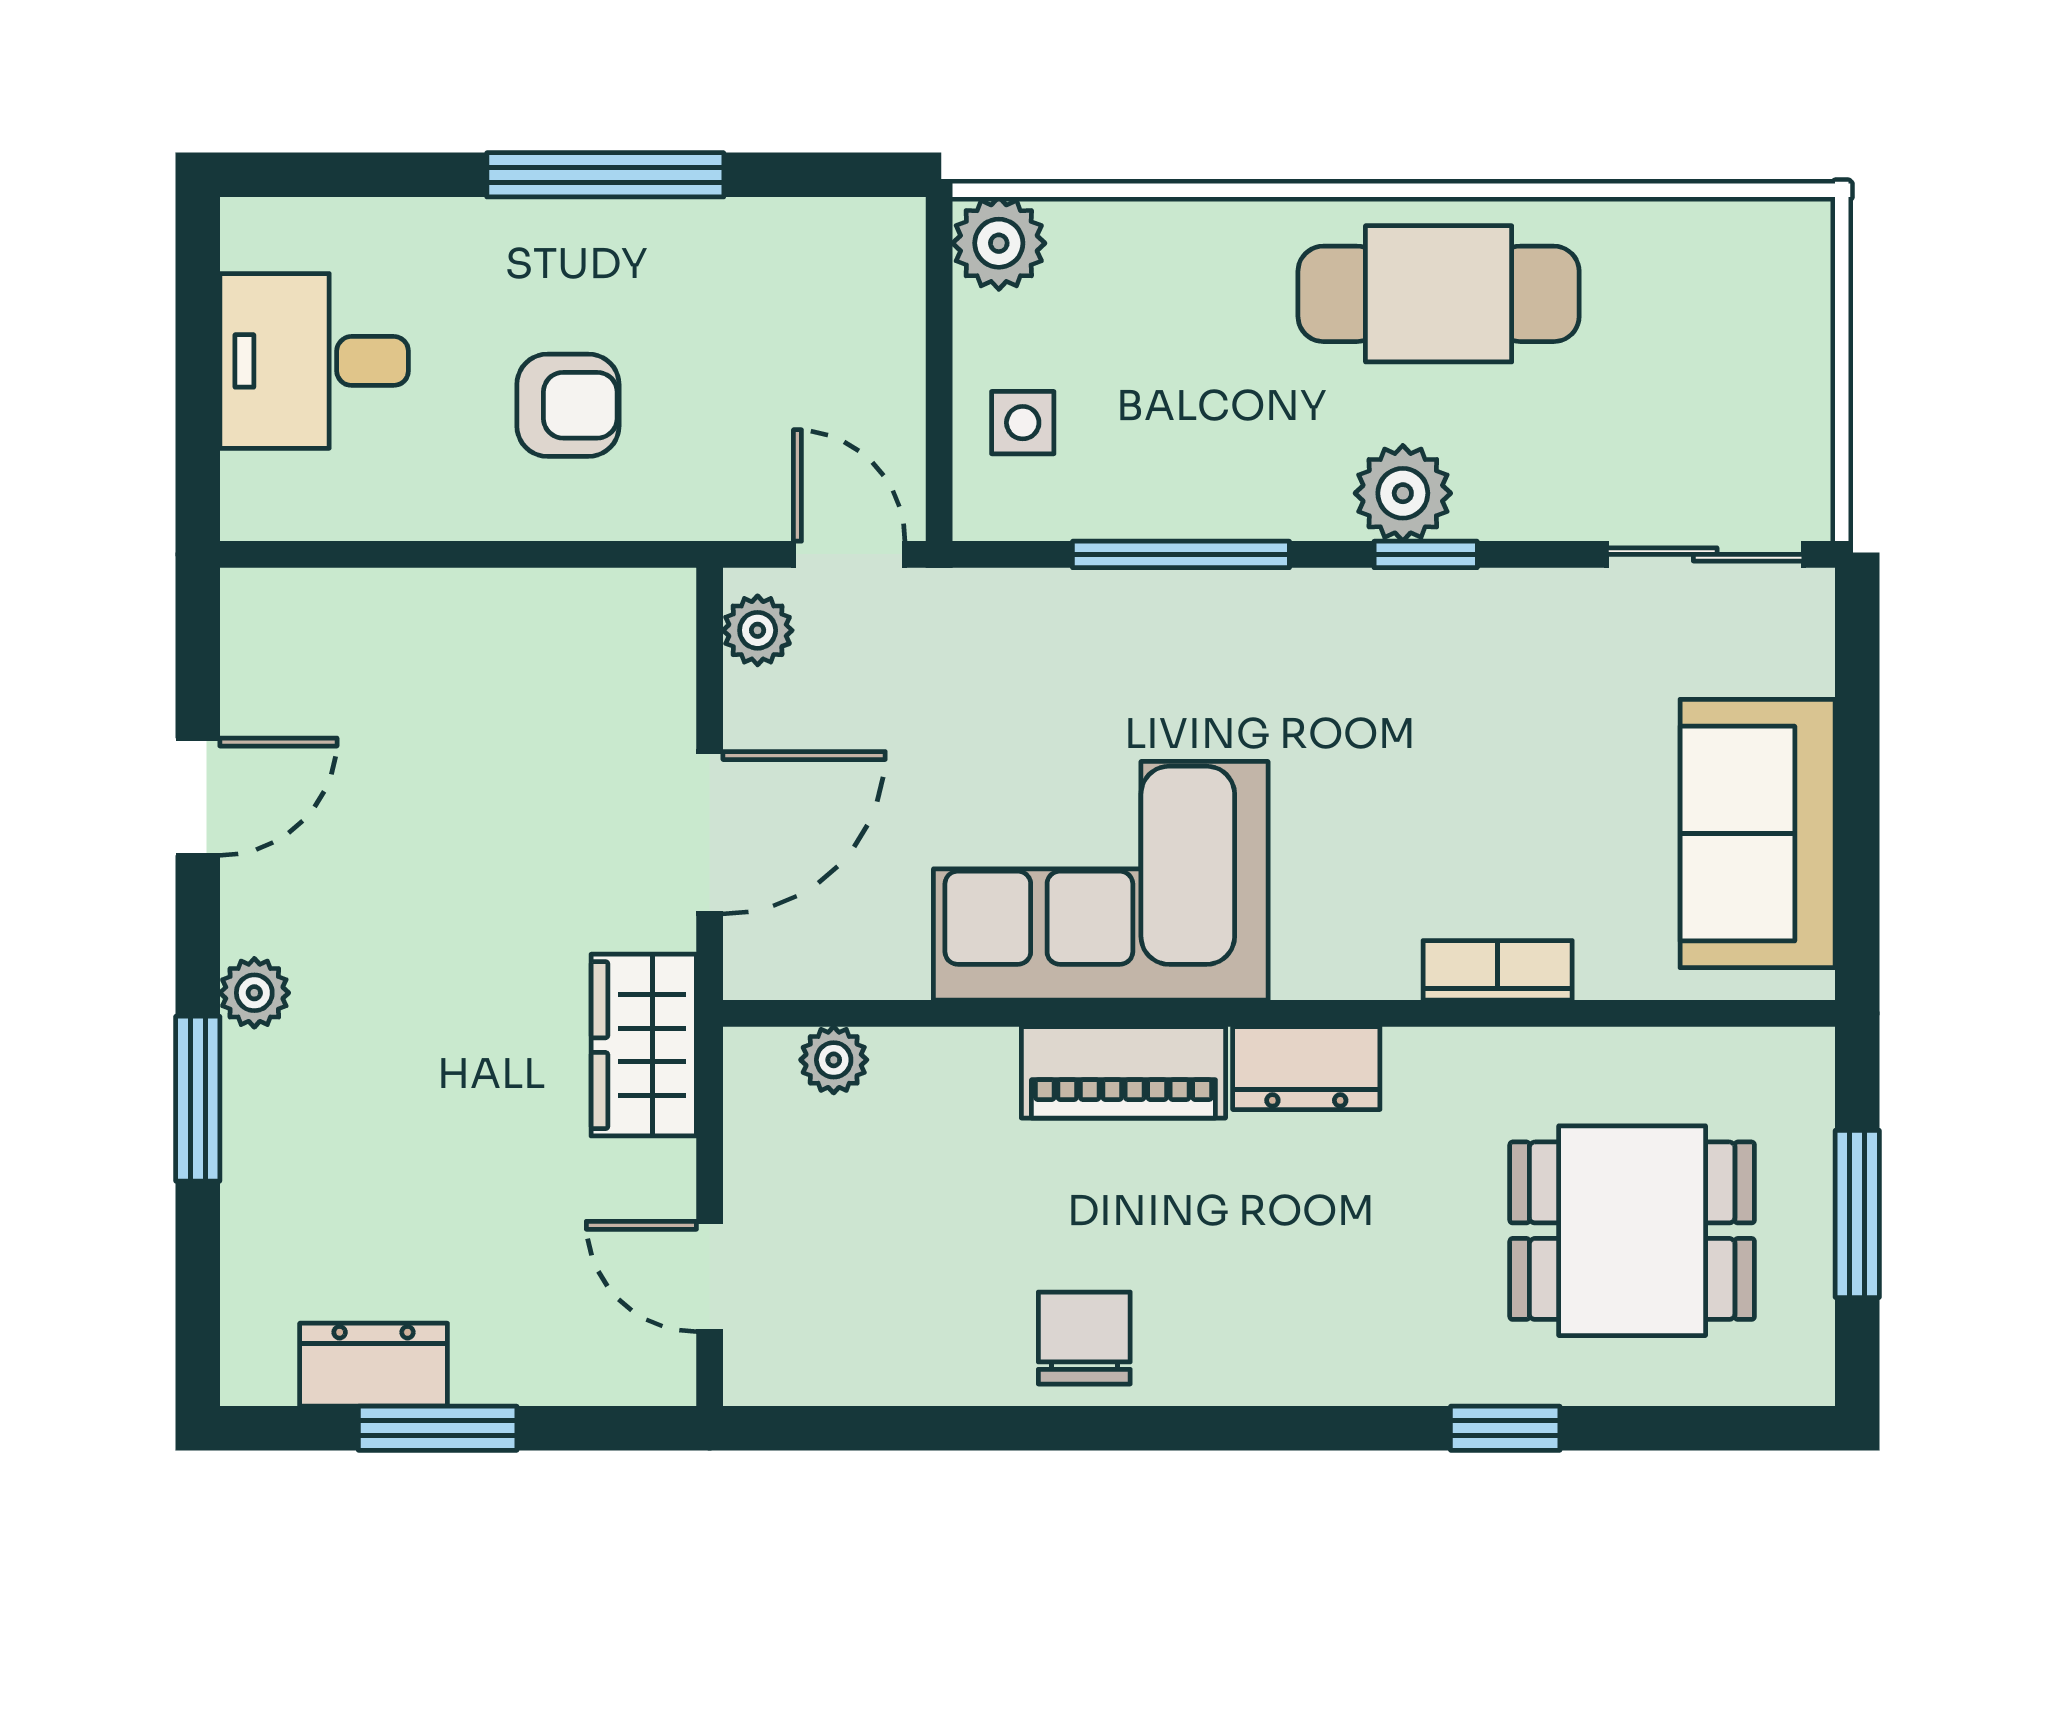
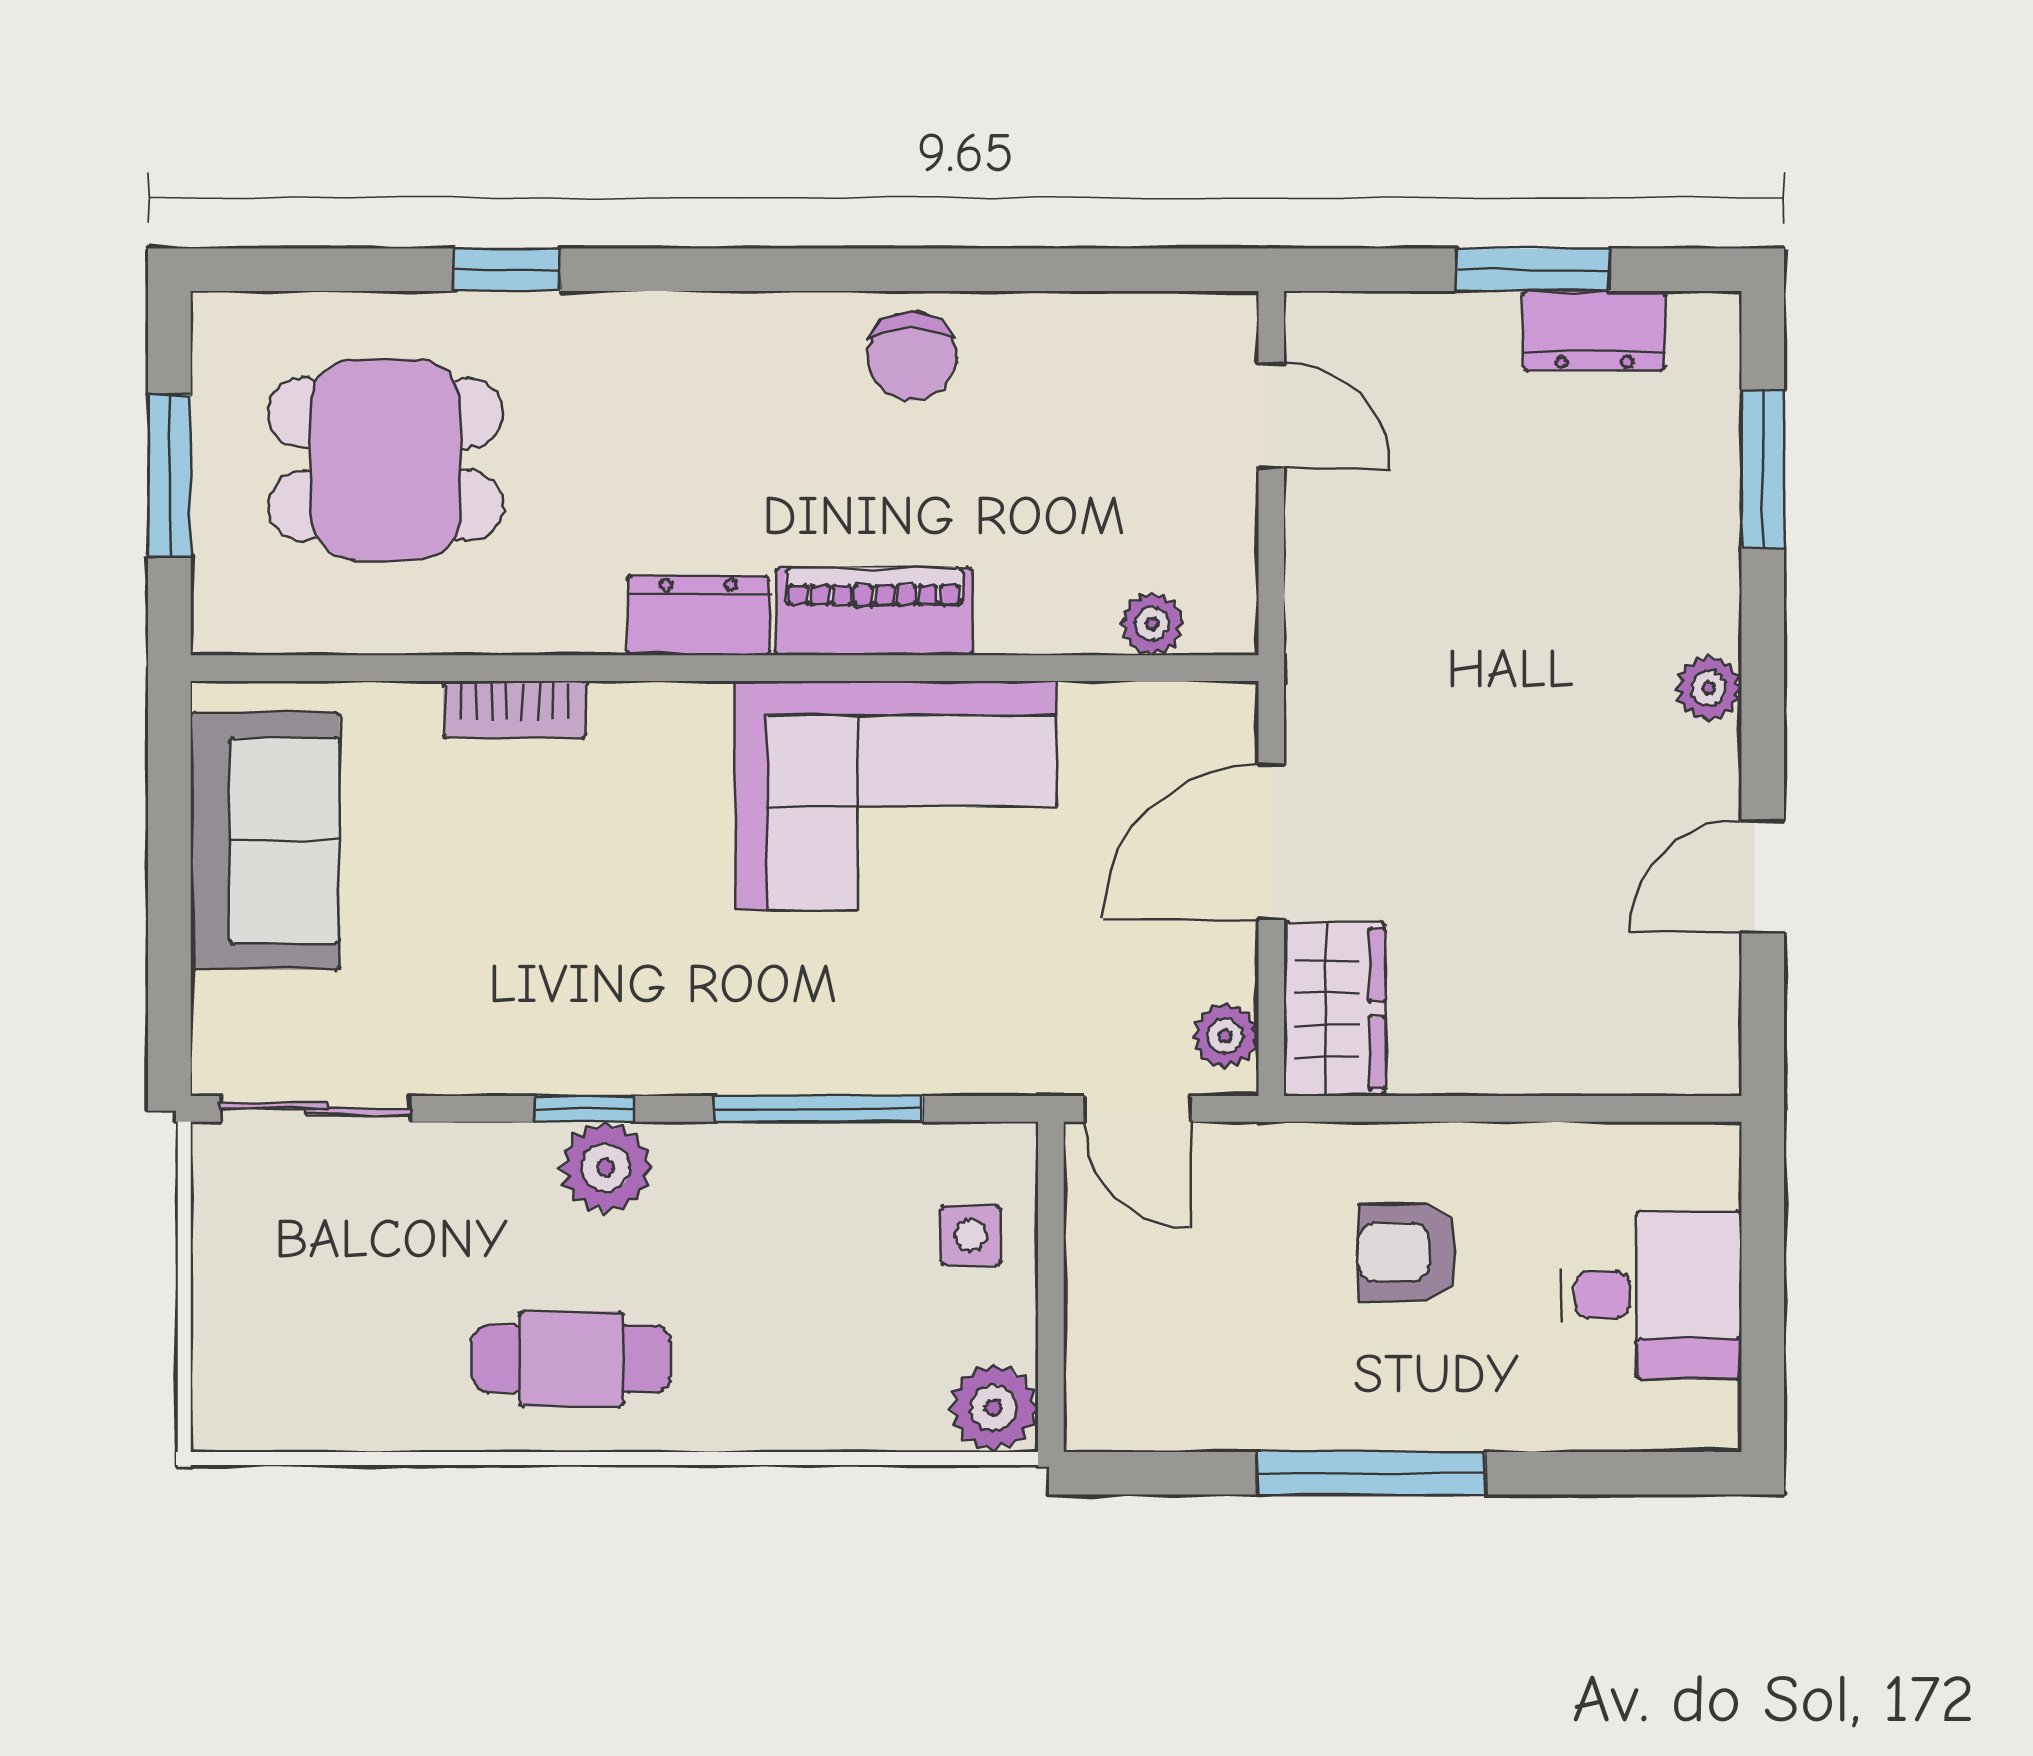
cafe table: (1439, 294) -> (571, 1359), width x0.73, depth x0.74
wardrobe: (644, 1045) -> (1335, 1009), moved
window: (198, 1099) -> (1763, 469), moved

